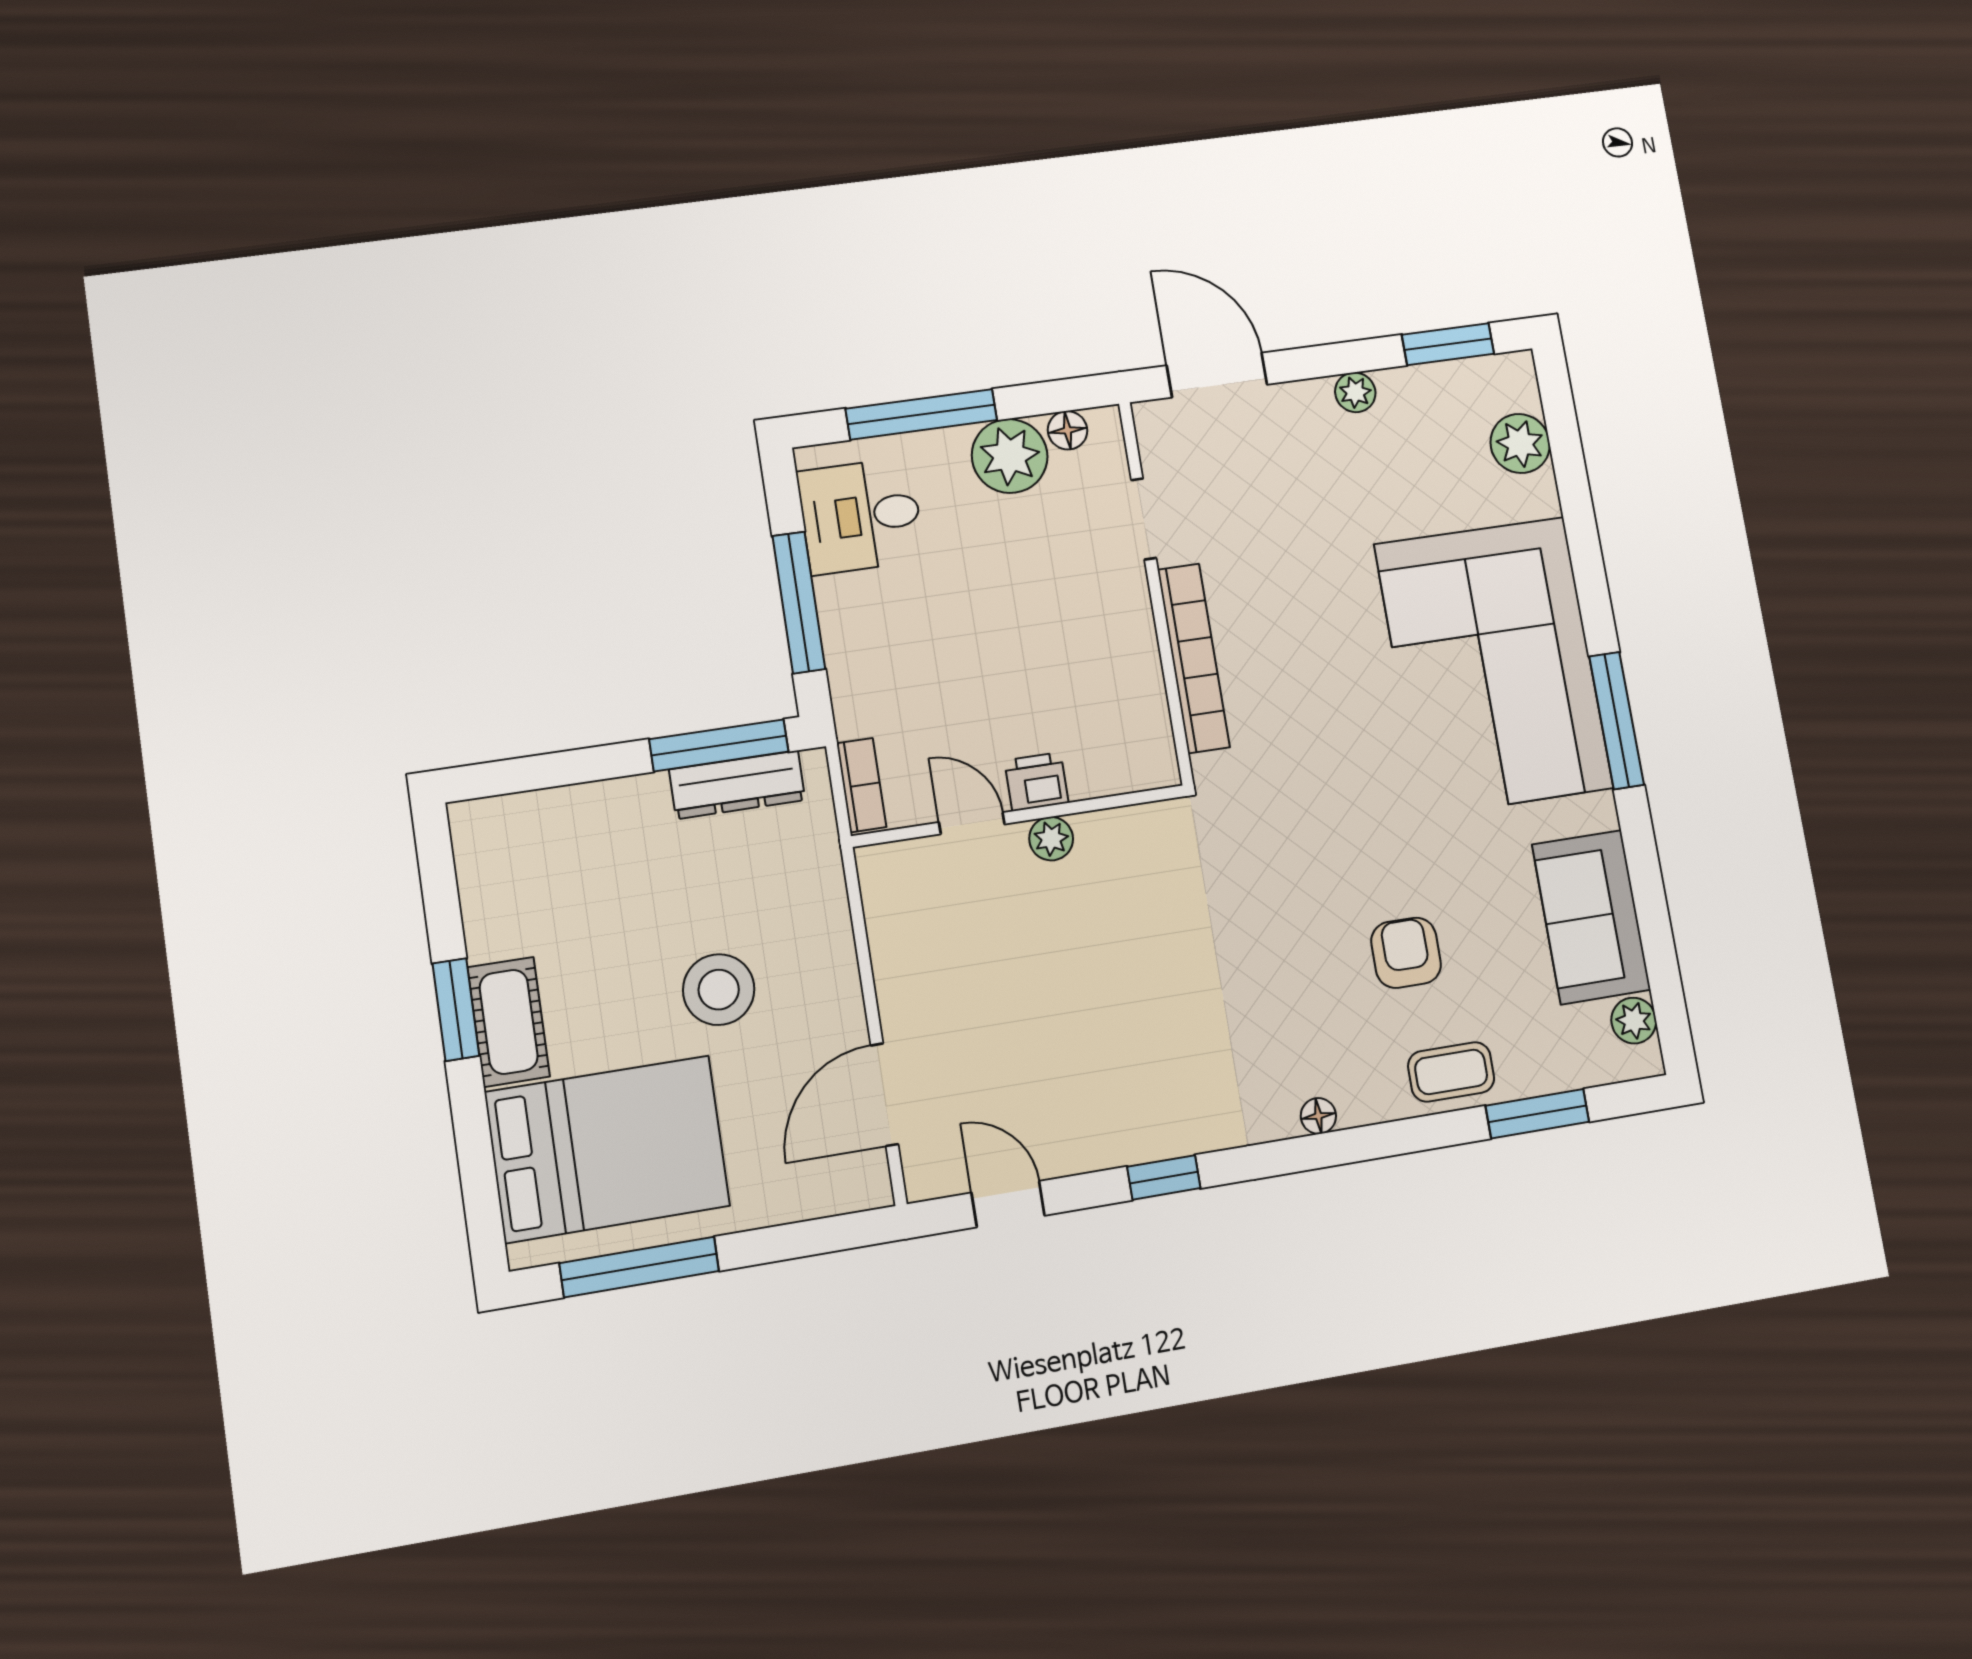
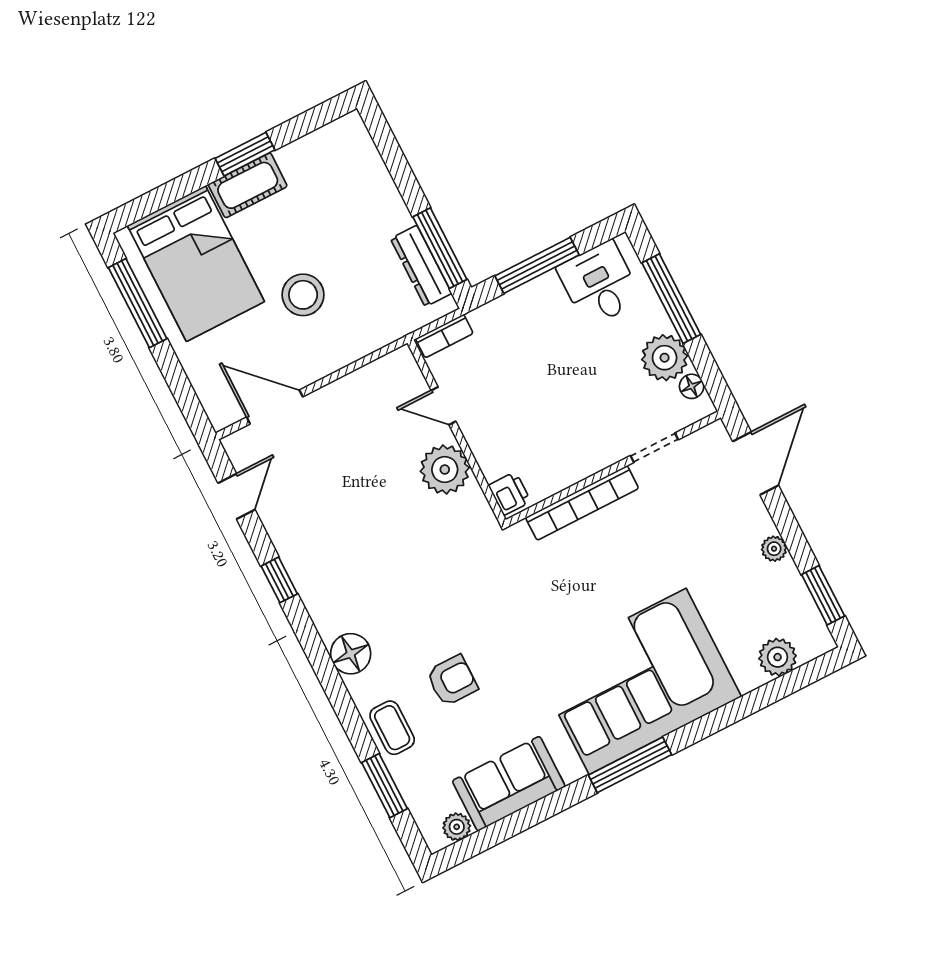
printer: (1037, 782) -> (510, 494), moved
door: (972, 823) -> (444, 406), swing flipped
plant: (1051, 839) -> (445, 470), width x1.87, depth x1.87
floor lamp: (1318, 1116) -> (351, 654), width x1.89, depth x1.89

